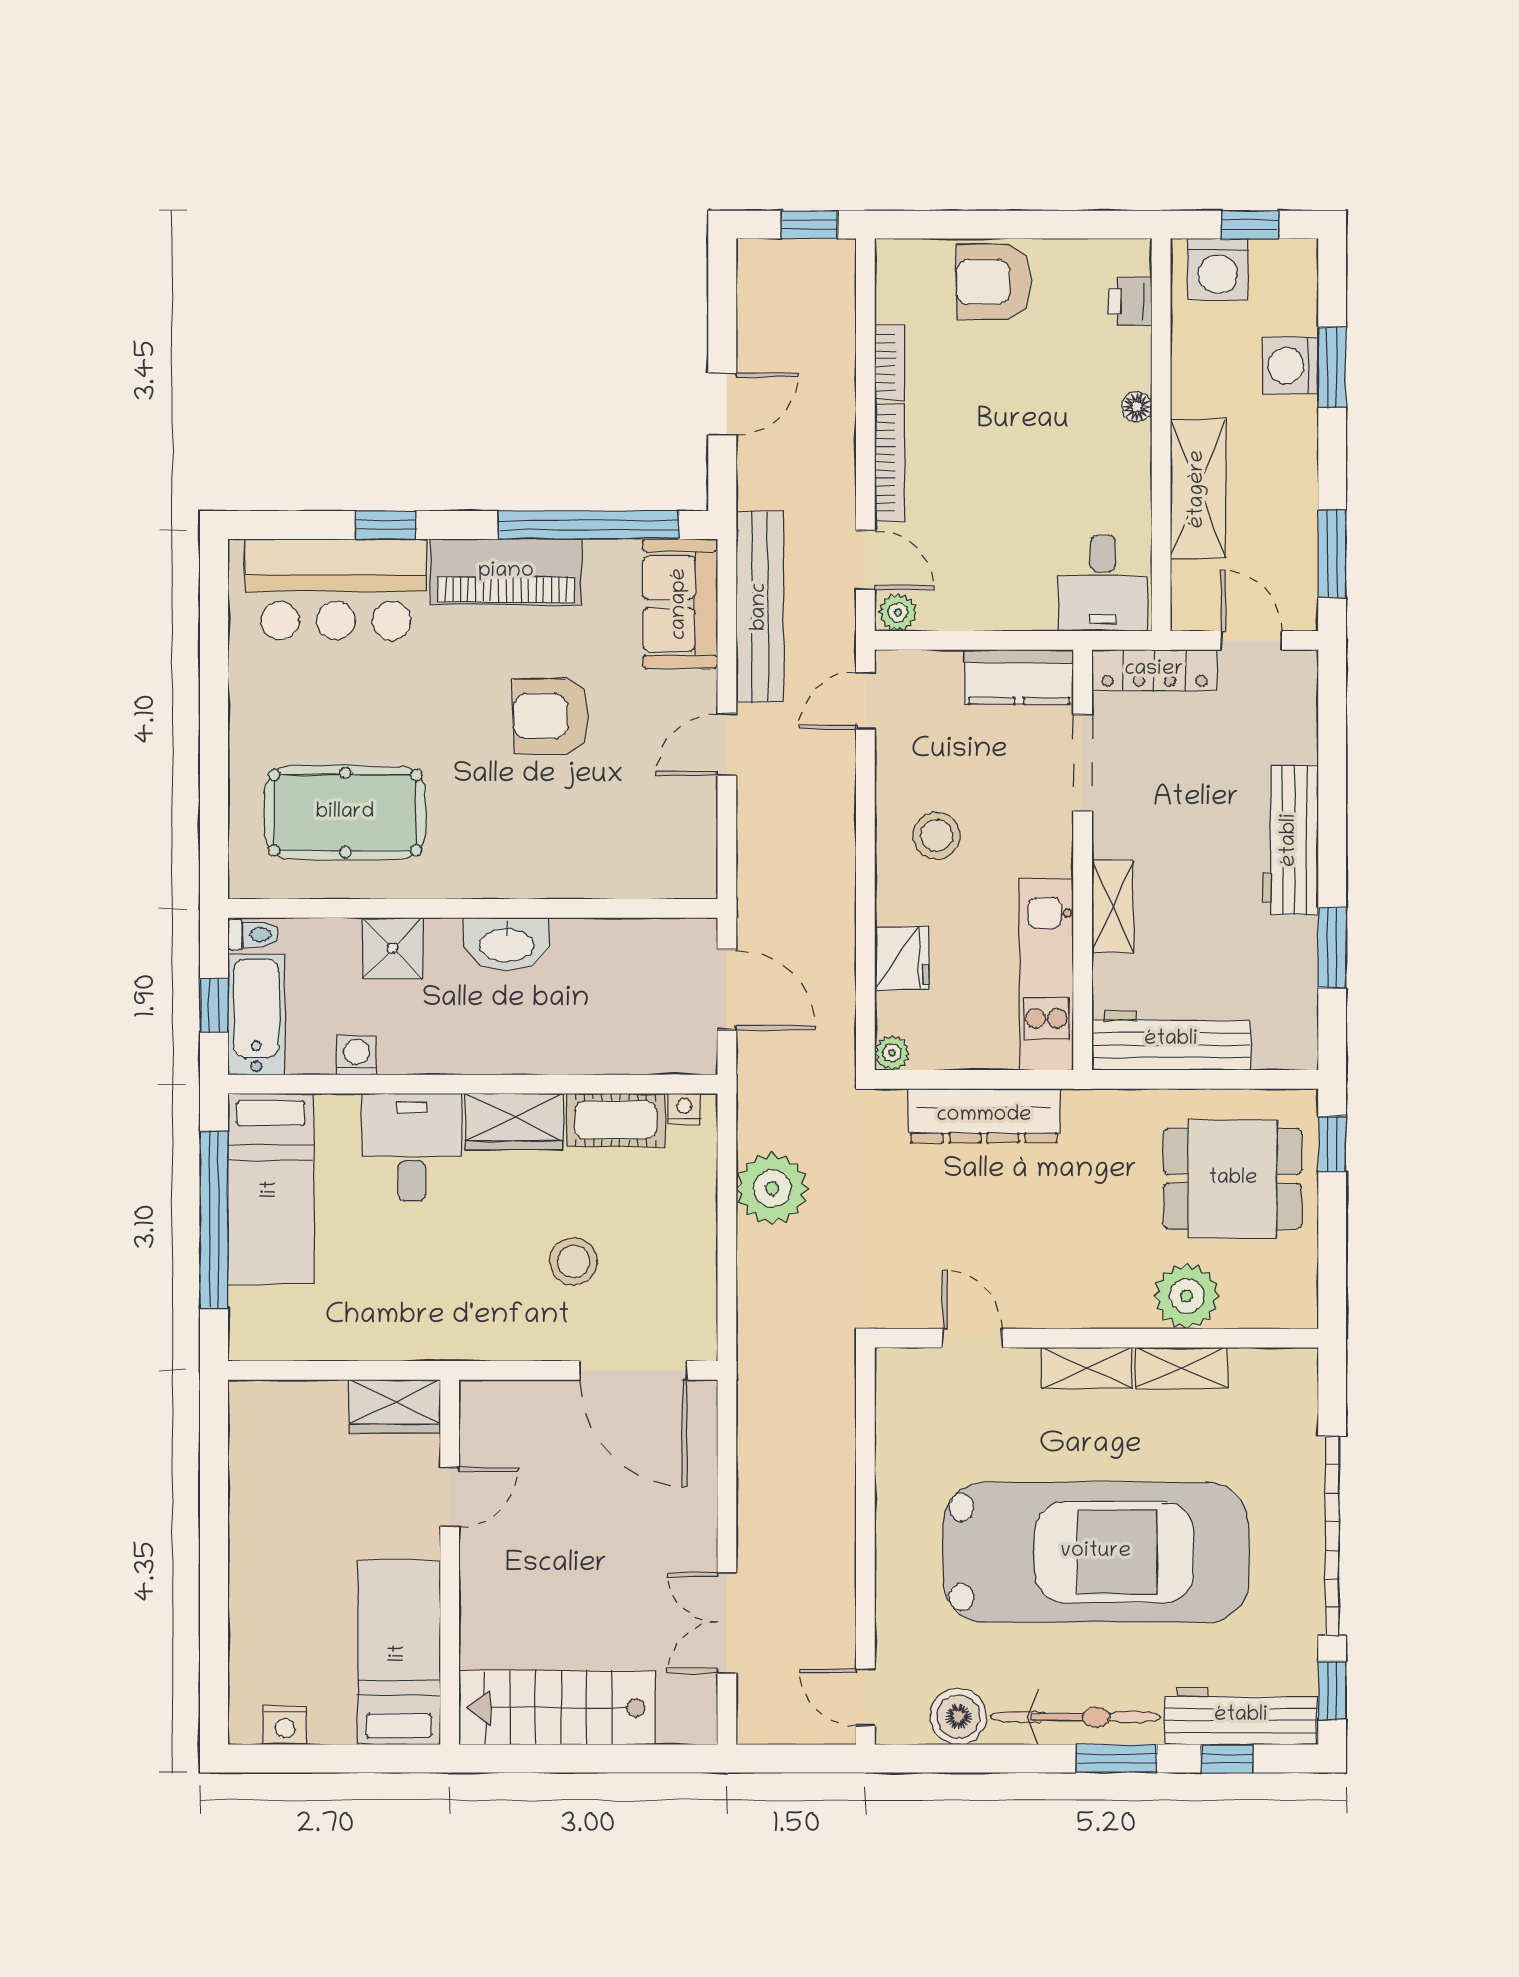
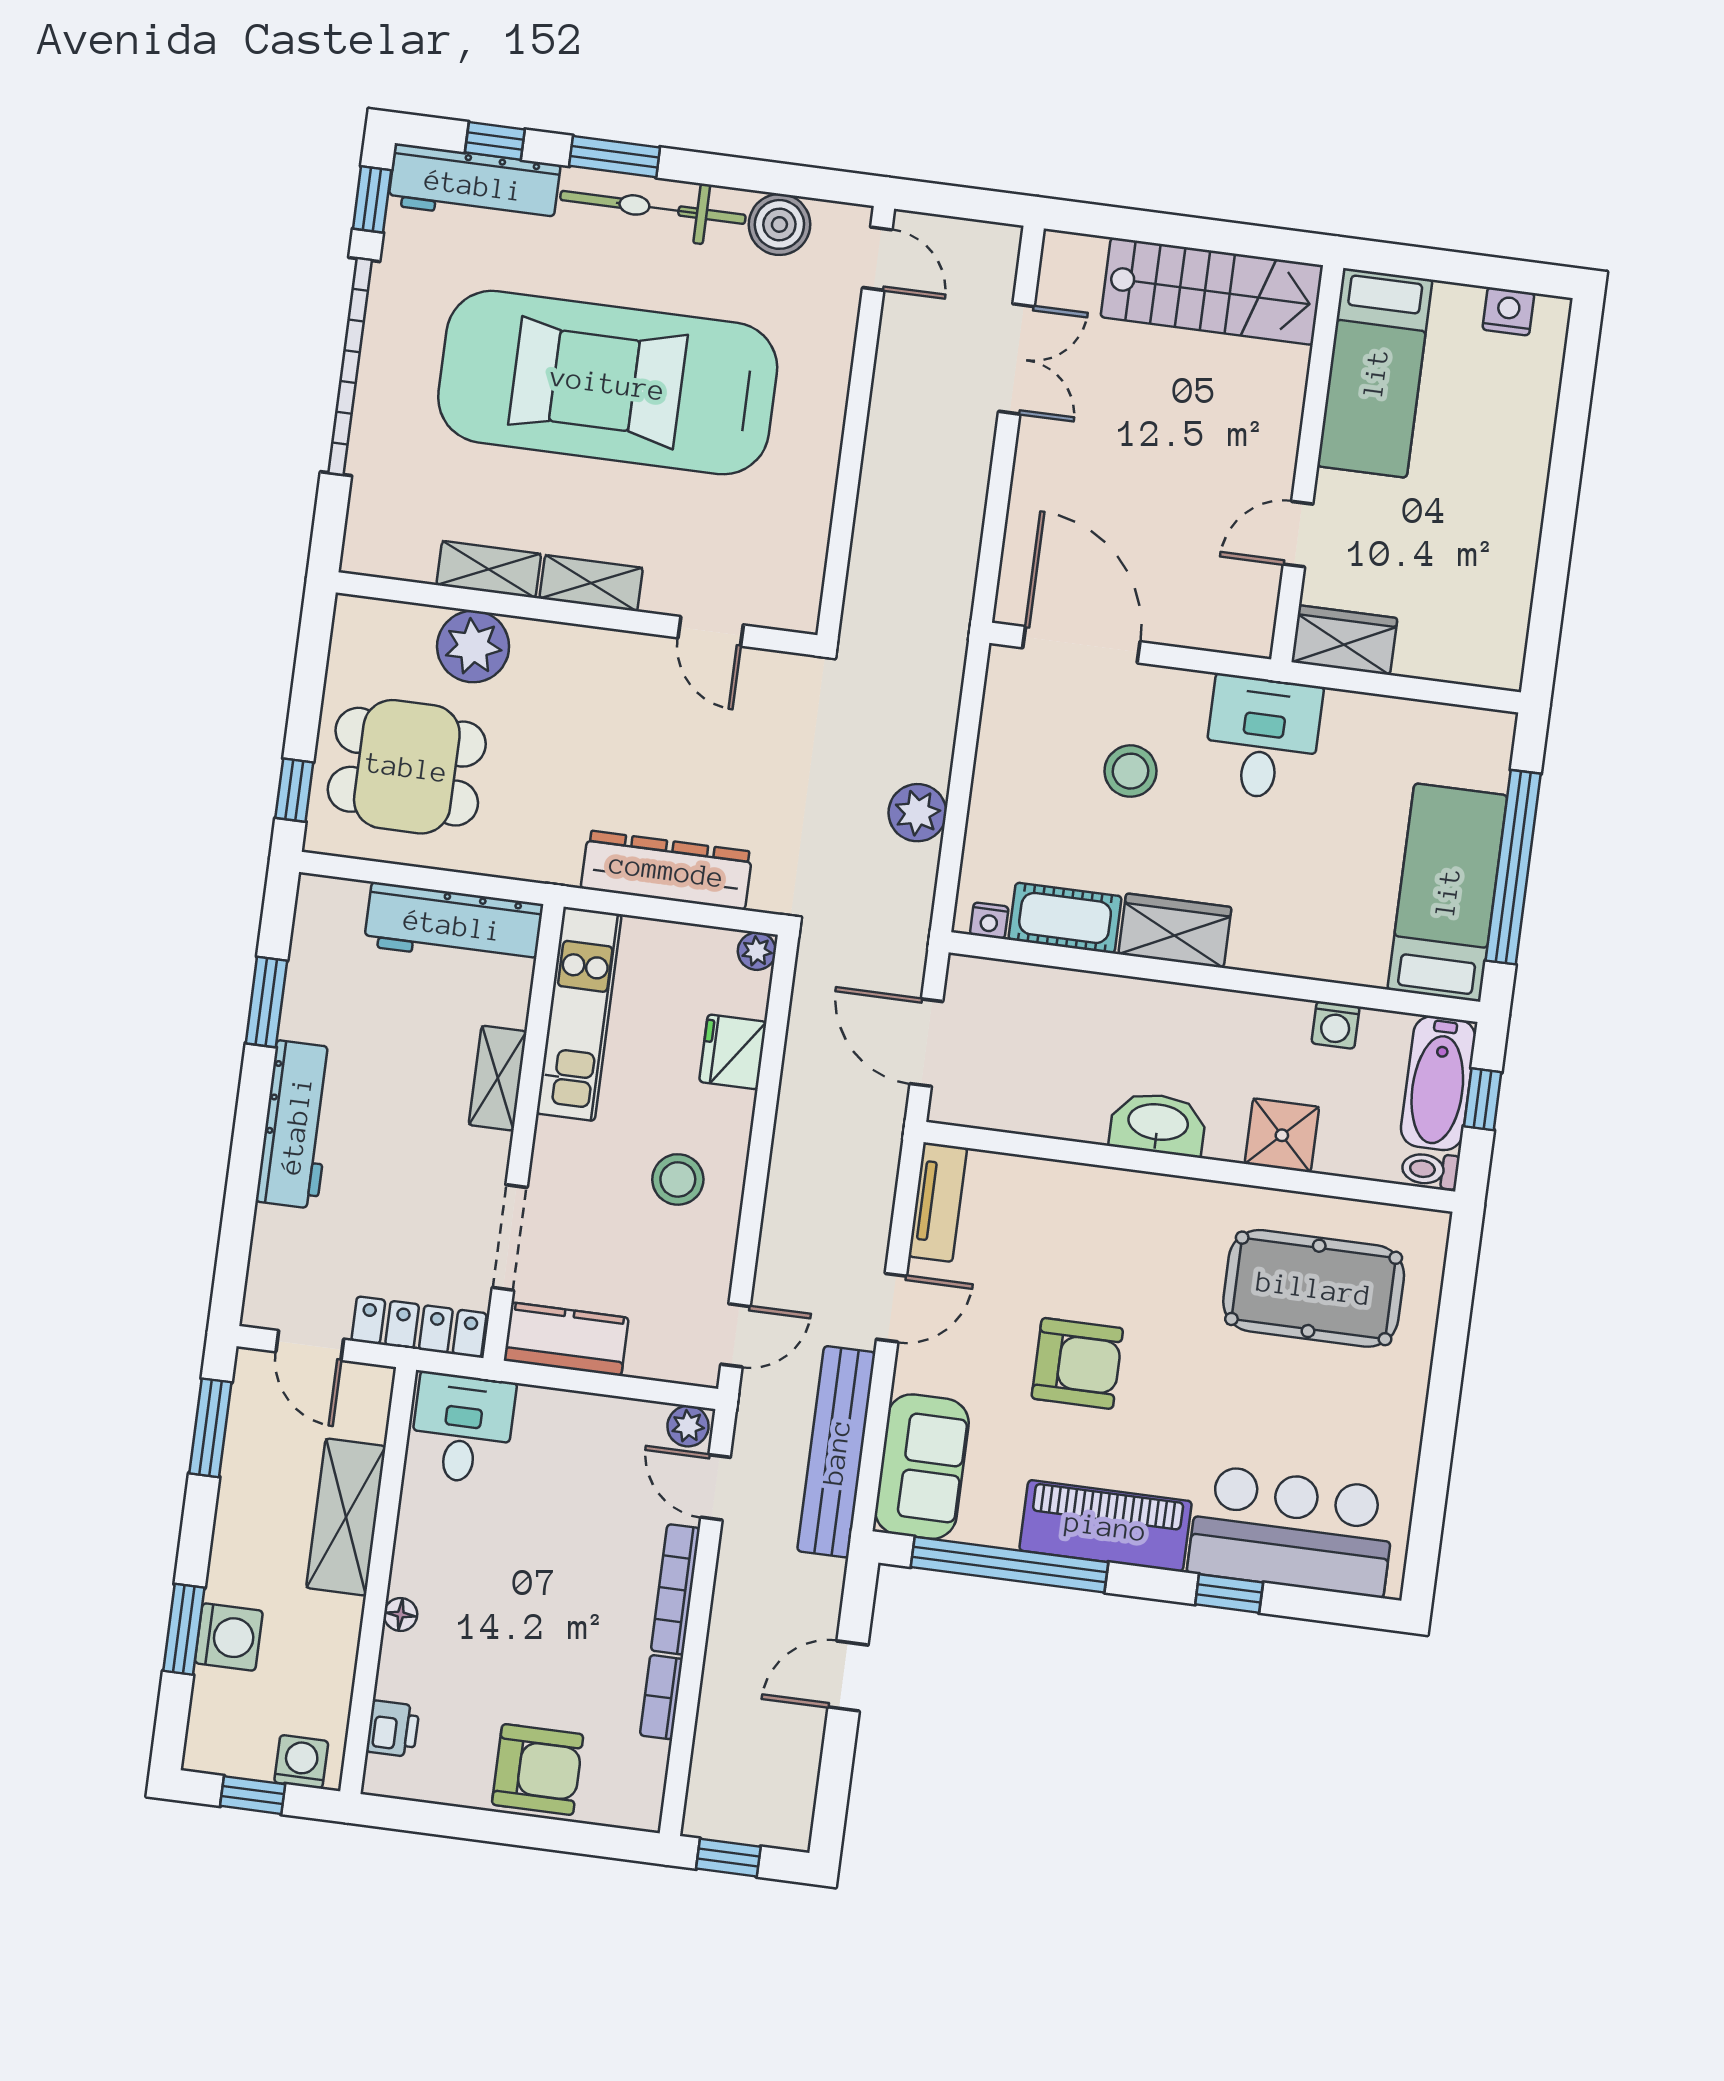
washing machine: (1218, 269) -> (301, 1762), width x0.73, depth x0.73
tv unit: (697, 846) -> (938, 1202), added
desk: (412, 1147) -> (1263, 738), moved, turned 180
plant: (772, 1188) -> (917, 813), width x0.73, depth x0.73

